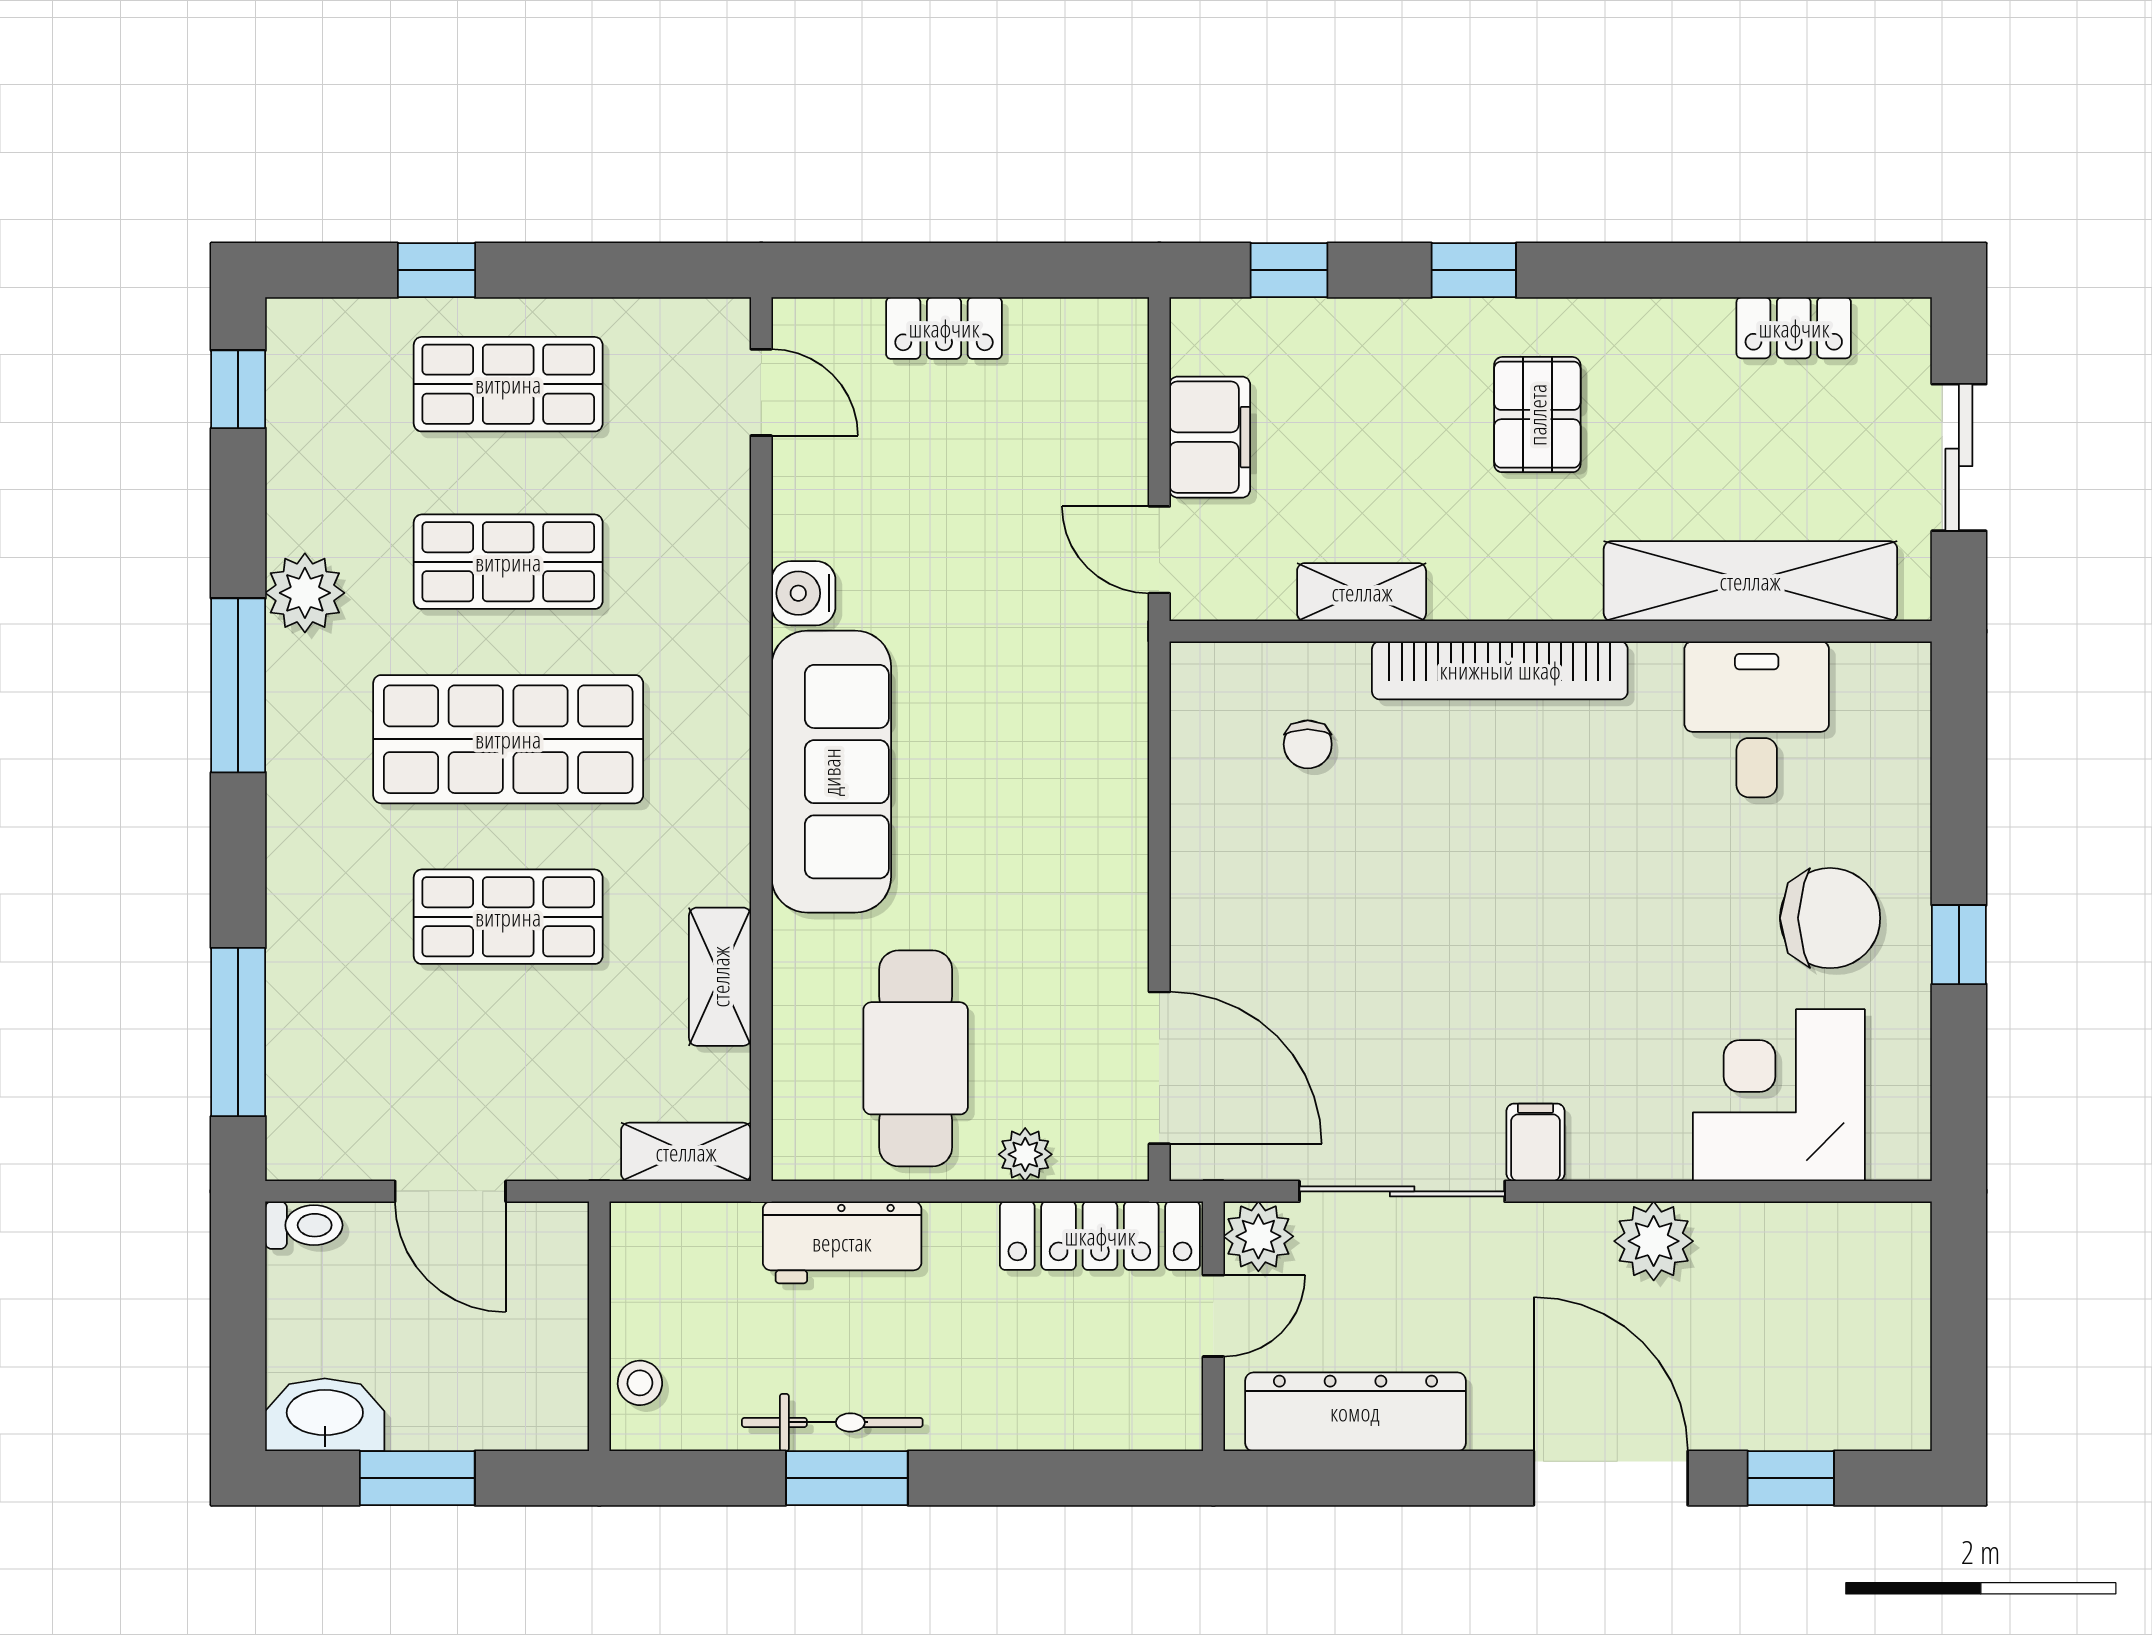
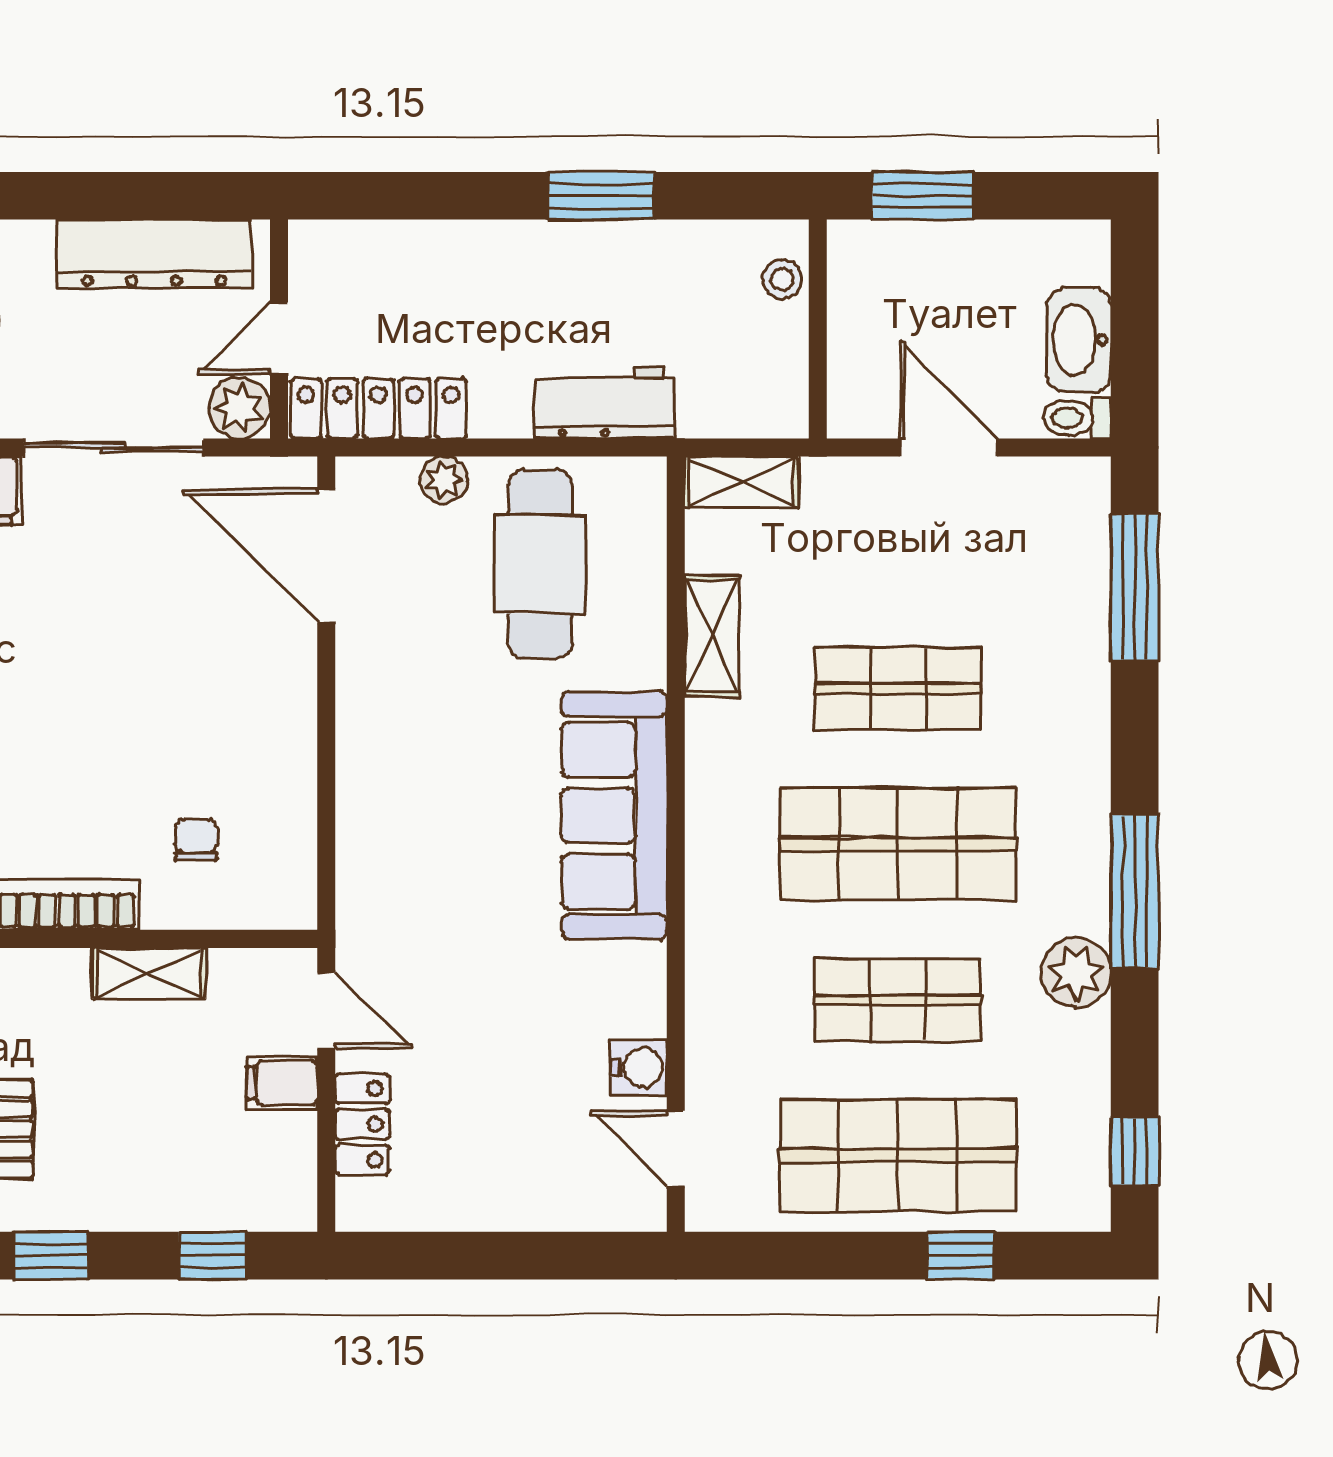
locker: (944, 328) -> (362, 1124), moved, turned 90
shop shelf: (508, 384) -> (898, 1156), width x1.43, depth x1.36
filing cabinet: (1210, 437) -> (282, 1083), width x0.50
water cooler: (803, 593) -> (639, 1068), moved
washbasin: (325, 1415) -> (1079, 340), moved, turned 90
bicycle: (832, 1422) -> (613, 245), removed
window: (417, 1478) -> (923, 196), moved

